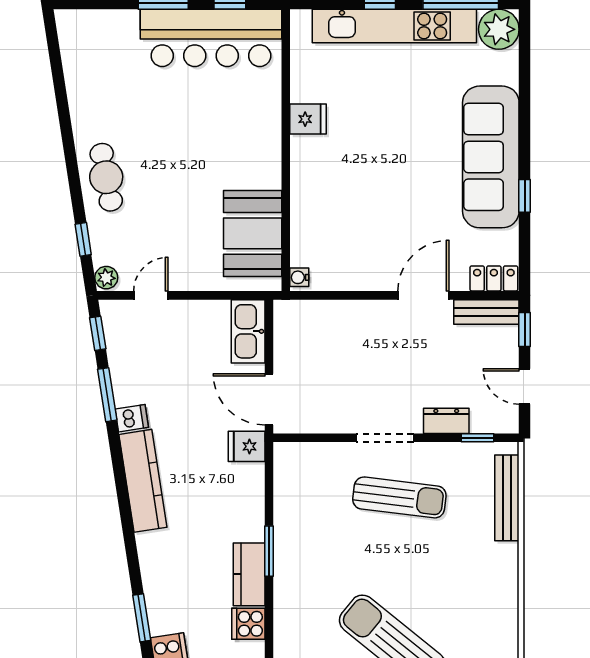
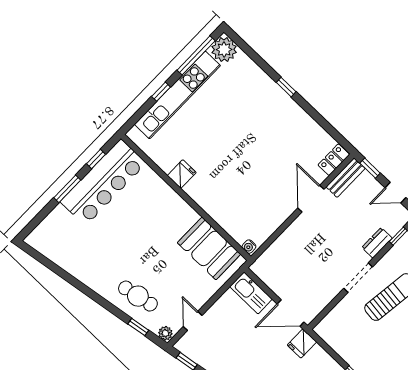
sofa: (491, 157) -> (278, 108), removed
cafe table: (106, 177) -> (138, 296), moved
window: (525, 196) -> (286, 87), moved

